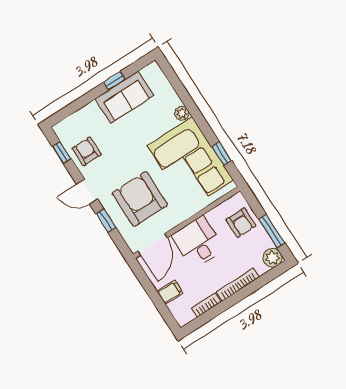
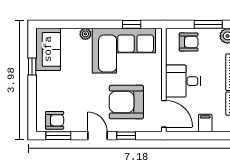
sofa: (124, 97) -> (48, 49), moved
armchair: (87, 151) -> (55, 120), moved, turned 180
window: (62, 152) -> (58, 136), width x1.50
door: (87, 192) -> (97, 136), swing flipped

